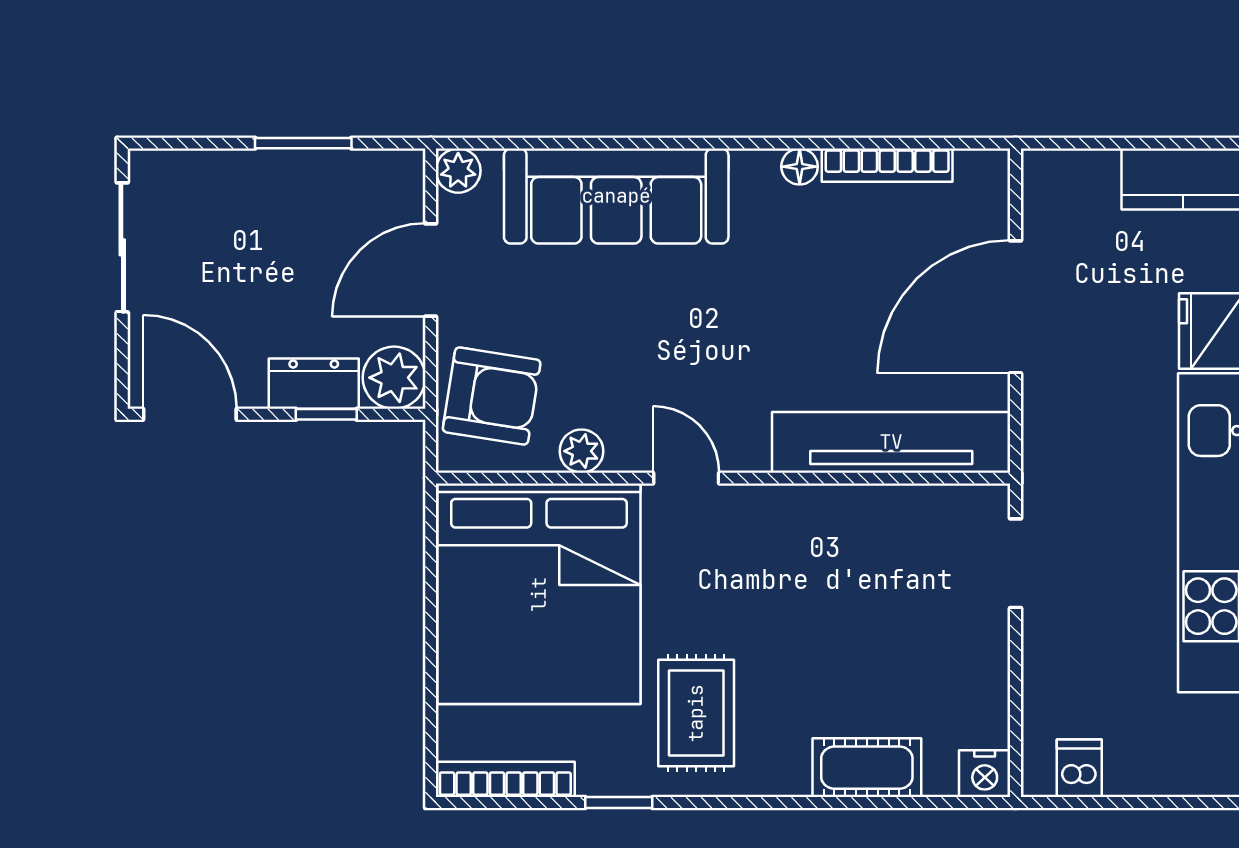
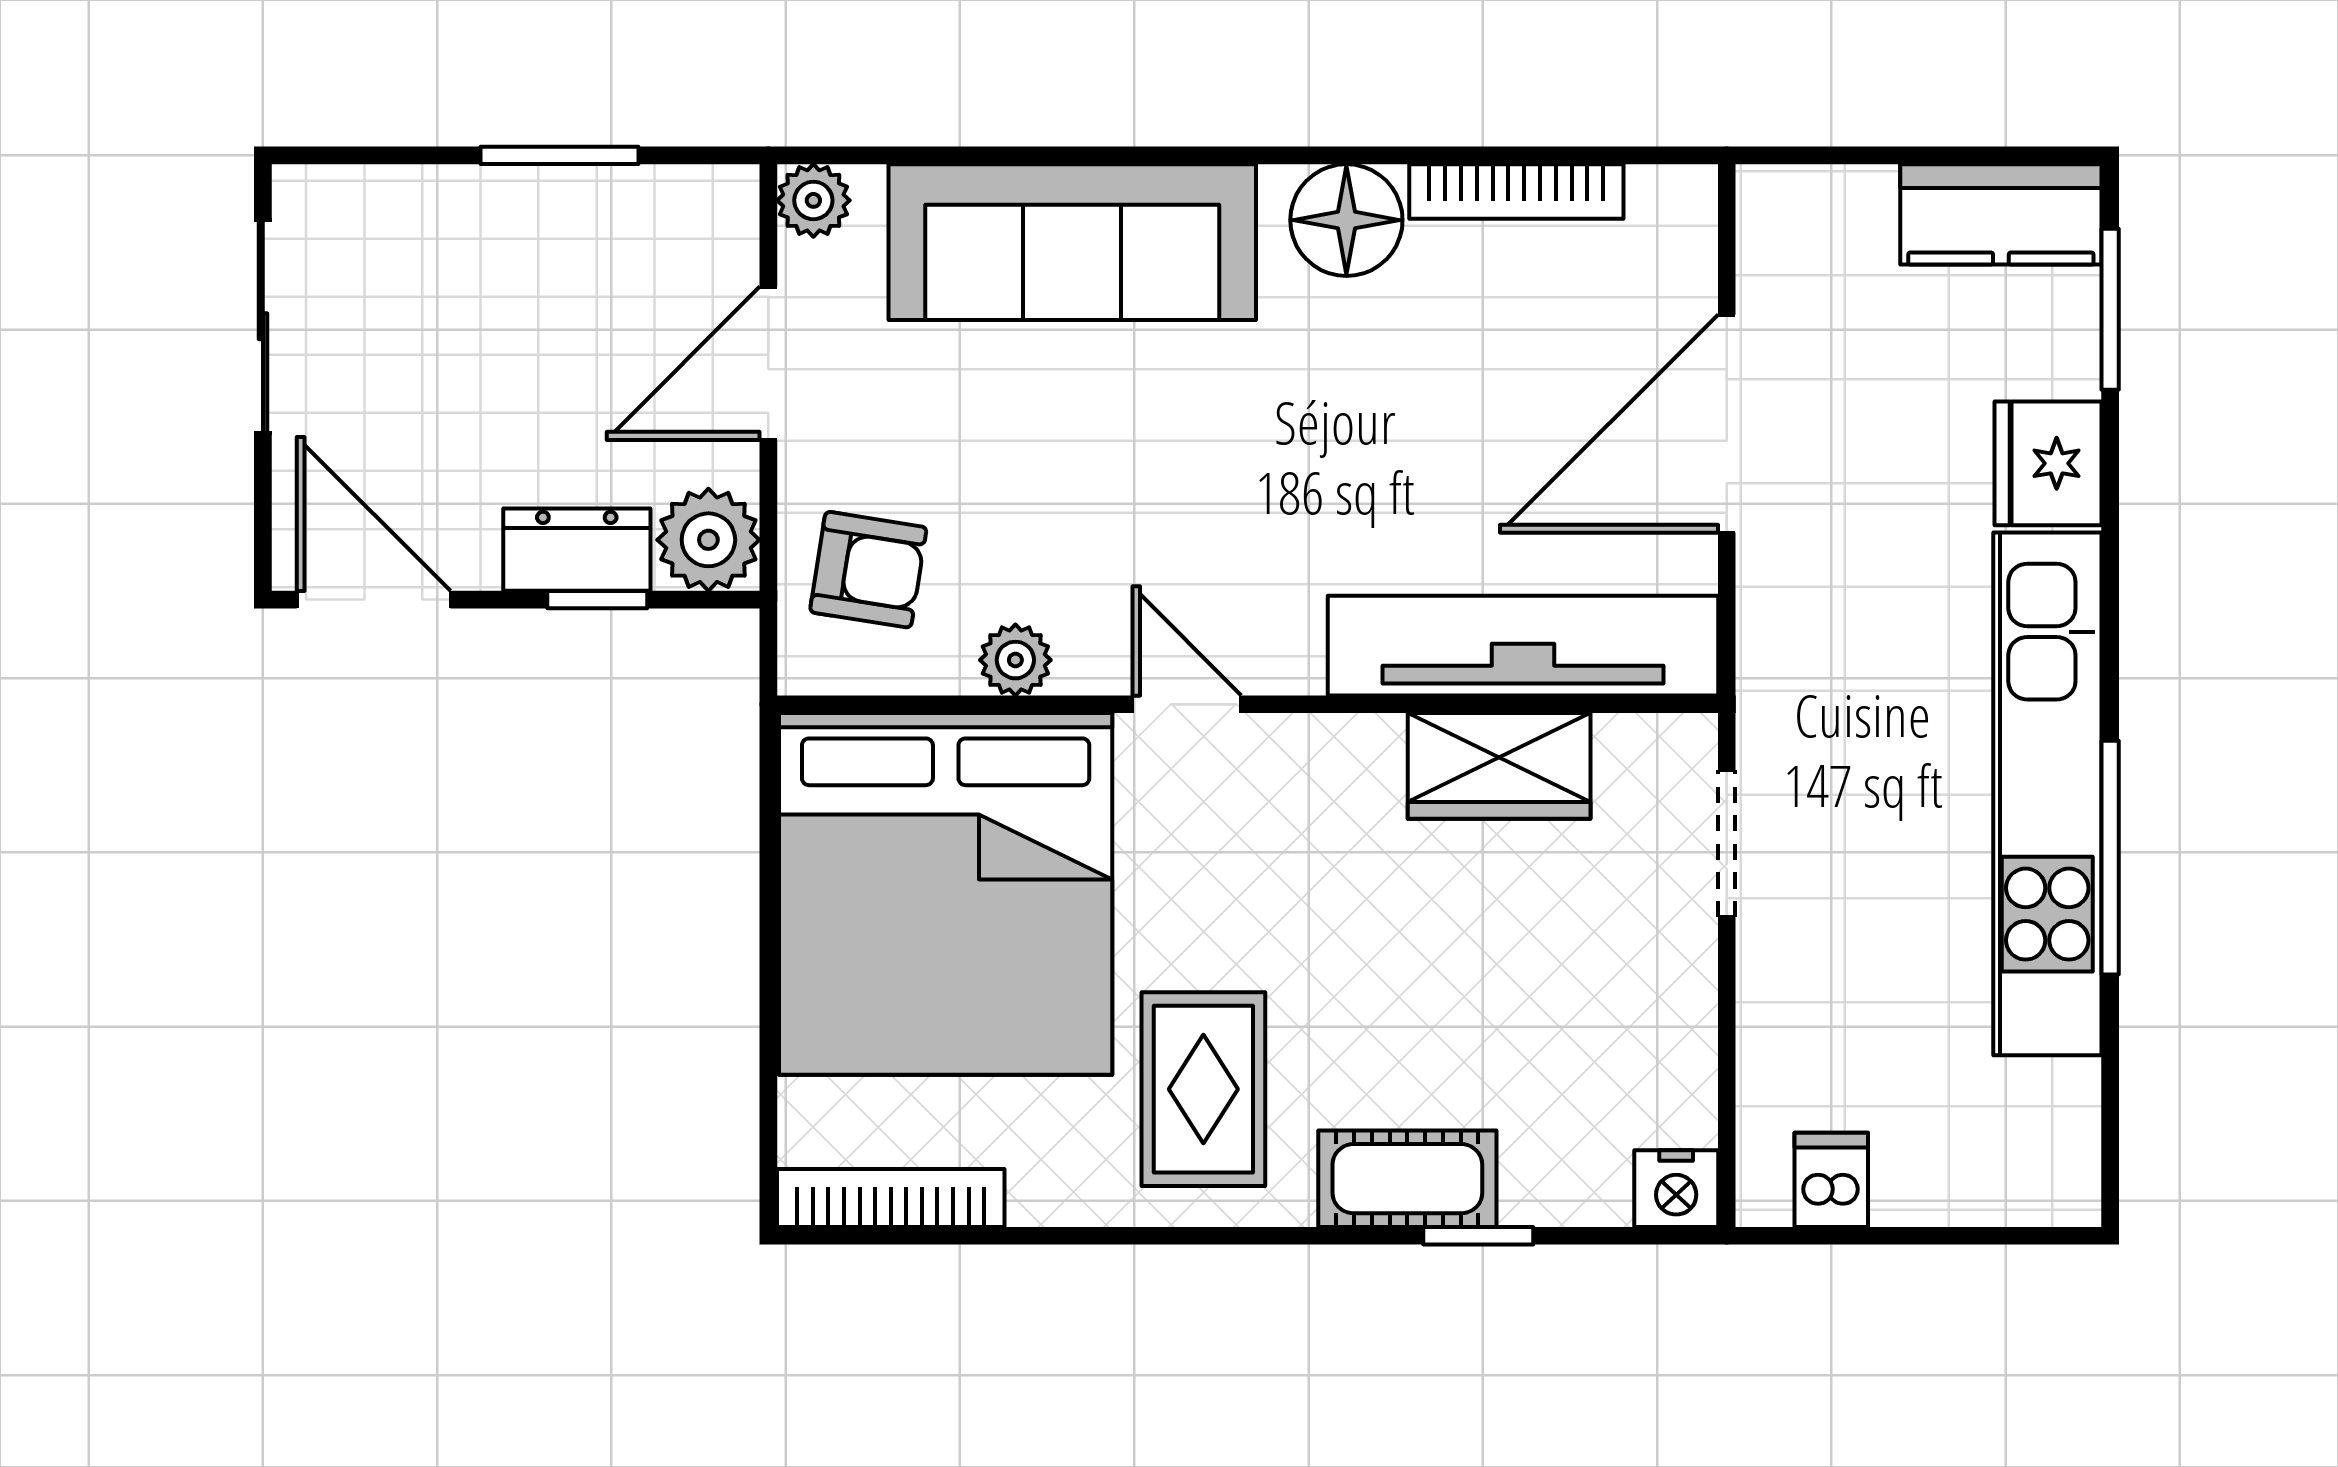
floor lamp: (800, 167) -> (1346, 220), width x1.89, depth x1.89
armchair: (492, 396) -> (868, 570), width x0.72, depth x0.72
wardrobe: (877, 516) -> (1499, 766), added
cot: (867, 768) -> (1407, 1179), moved
window: (619, 802) -> (1478, 1236), moved

